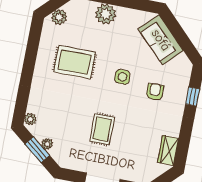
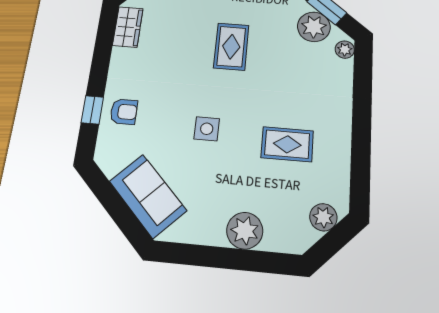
rug: (75, 62) -> (287, 144), width x0.73, depth x0.70
armchair: (155, 92) -> (124, 112), moved, turned -88
plant: (47, 144) -> (314, 27), width x1.88, depth x1.88

